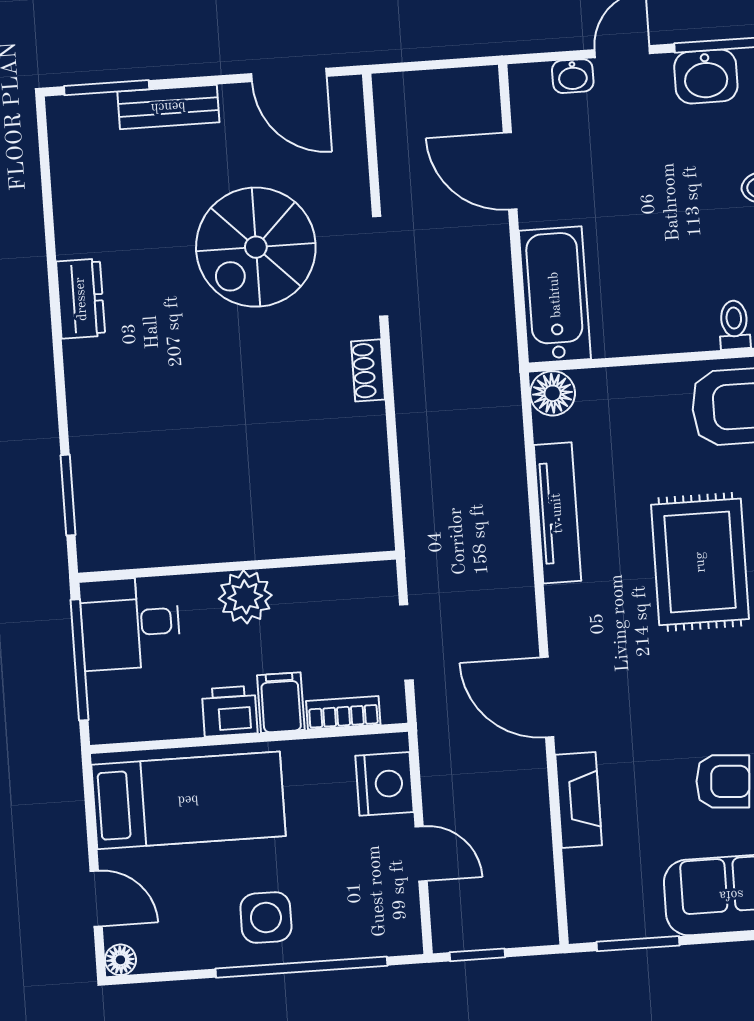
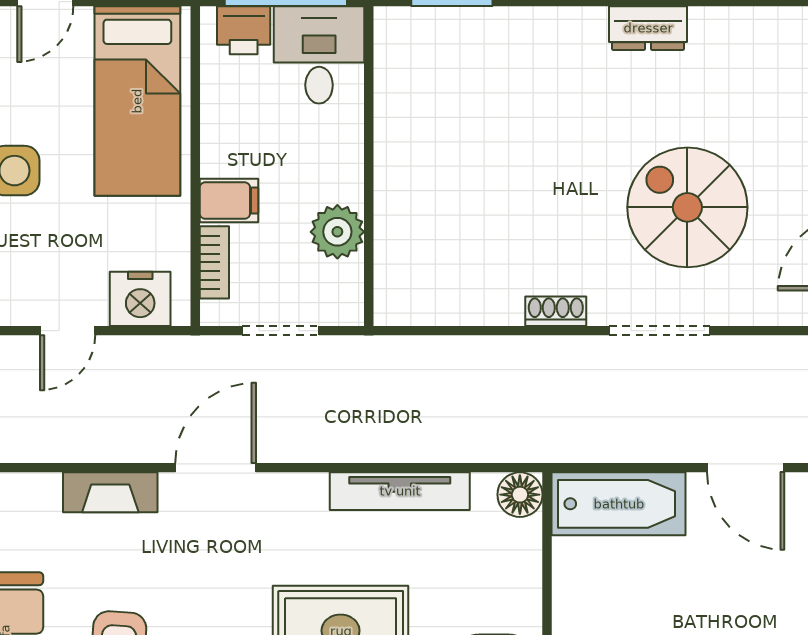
door: (510, 171) -> (746, 468), swing flipped
plant: (245, 597) -> (337, 232), moved
printer: (230, 711) -> (244, 30), moved, turned 90

